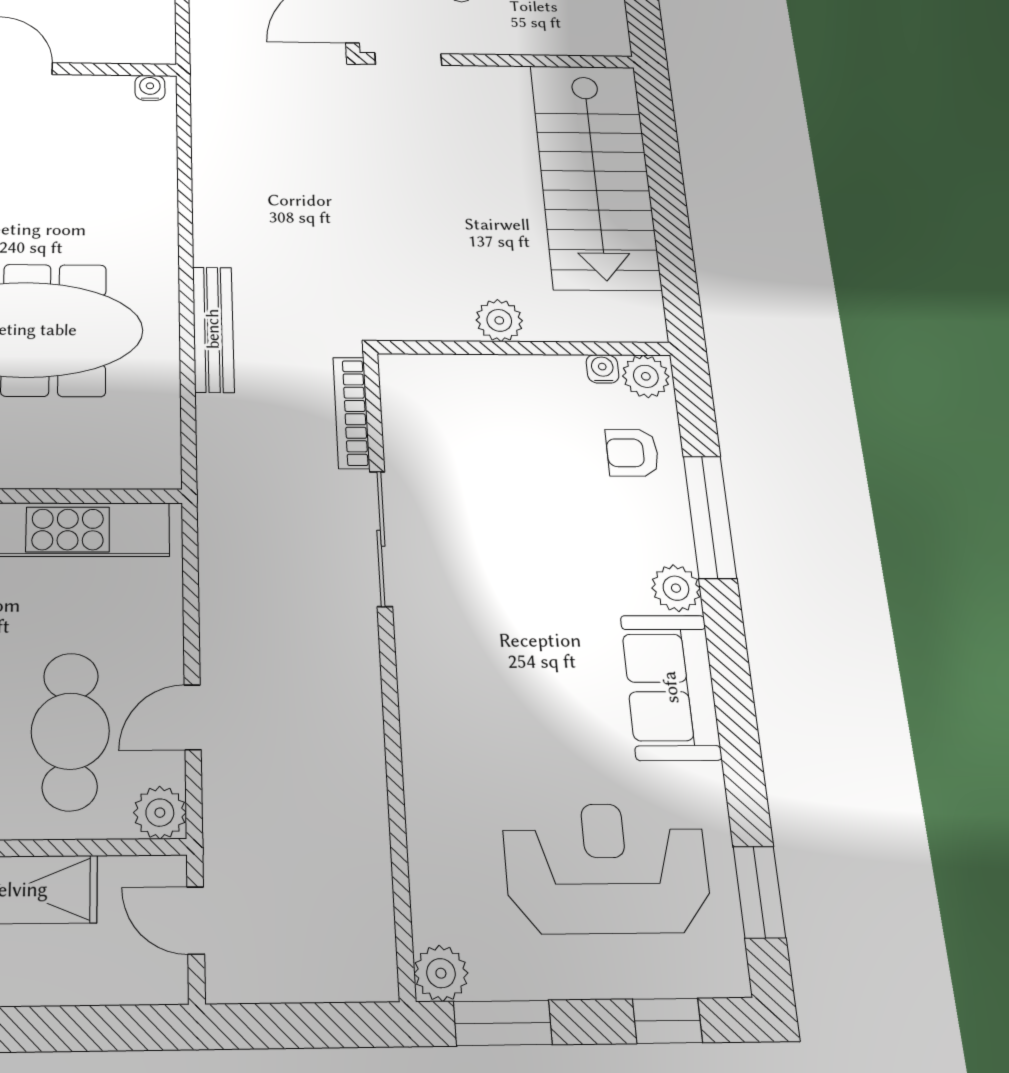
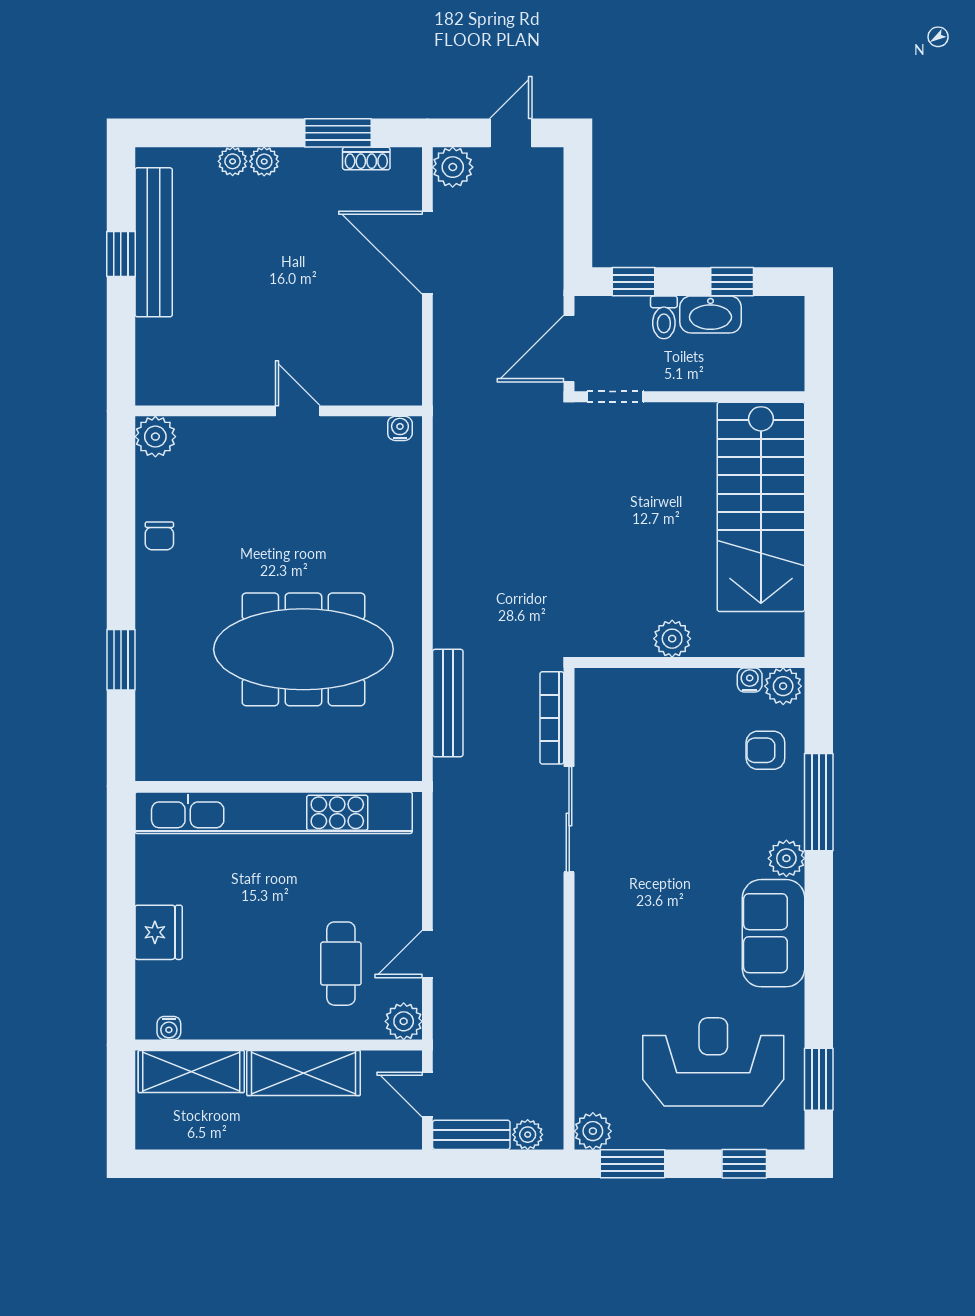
bench: (213, 329) -> (448, 703), moved
cafe table: (70, 731) -> (341, 964), width x0.73, depth x0.74
plant: (345, 980) -> (528, 1135), added
bench: (262, 981) -> (471, 1135), added

